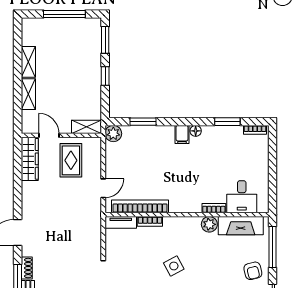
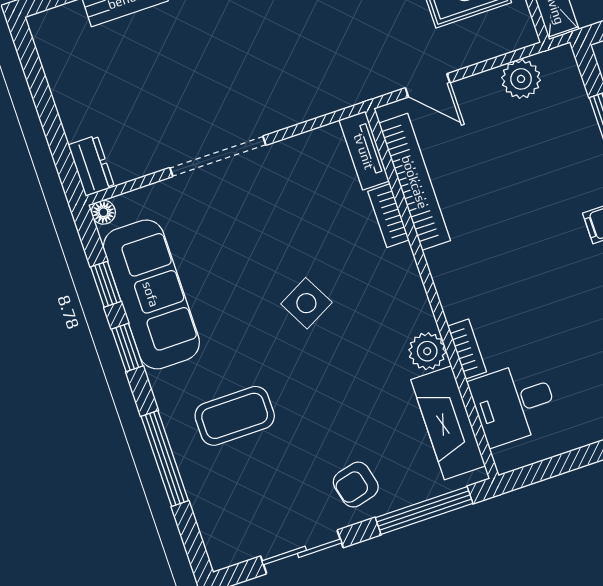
plant: (113, 134) -> (521, 79), moved

